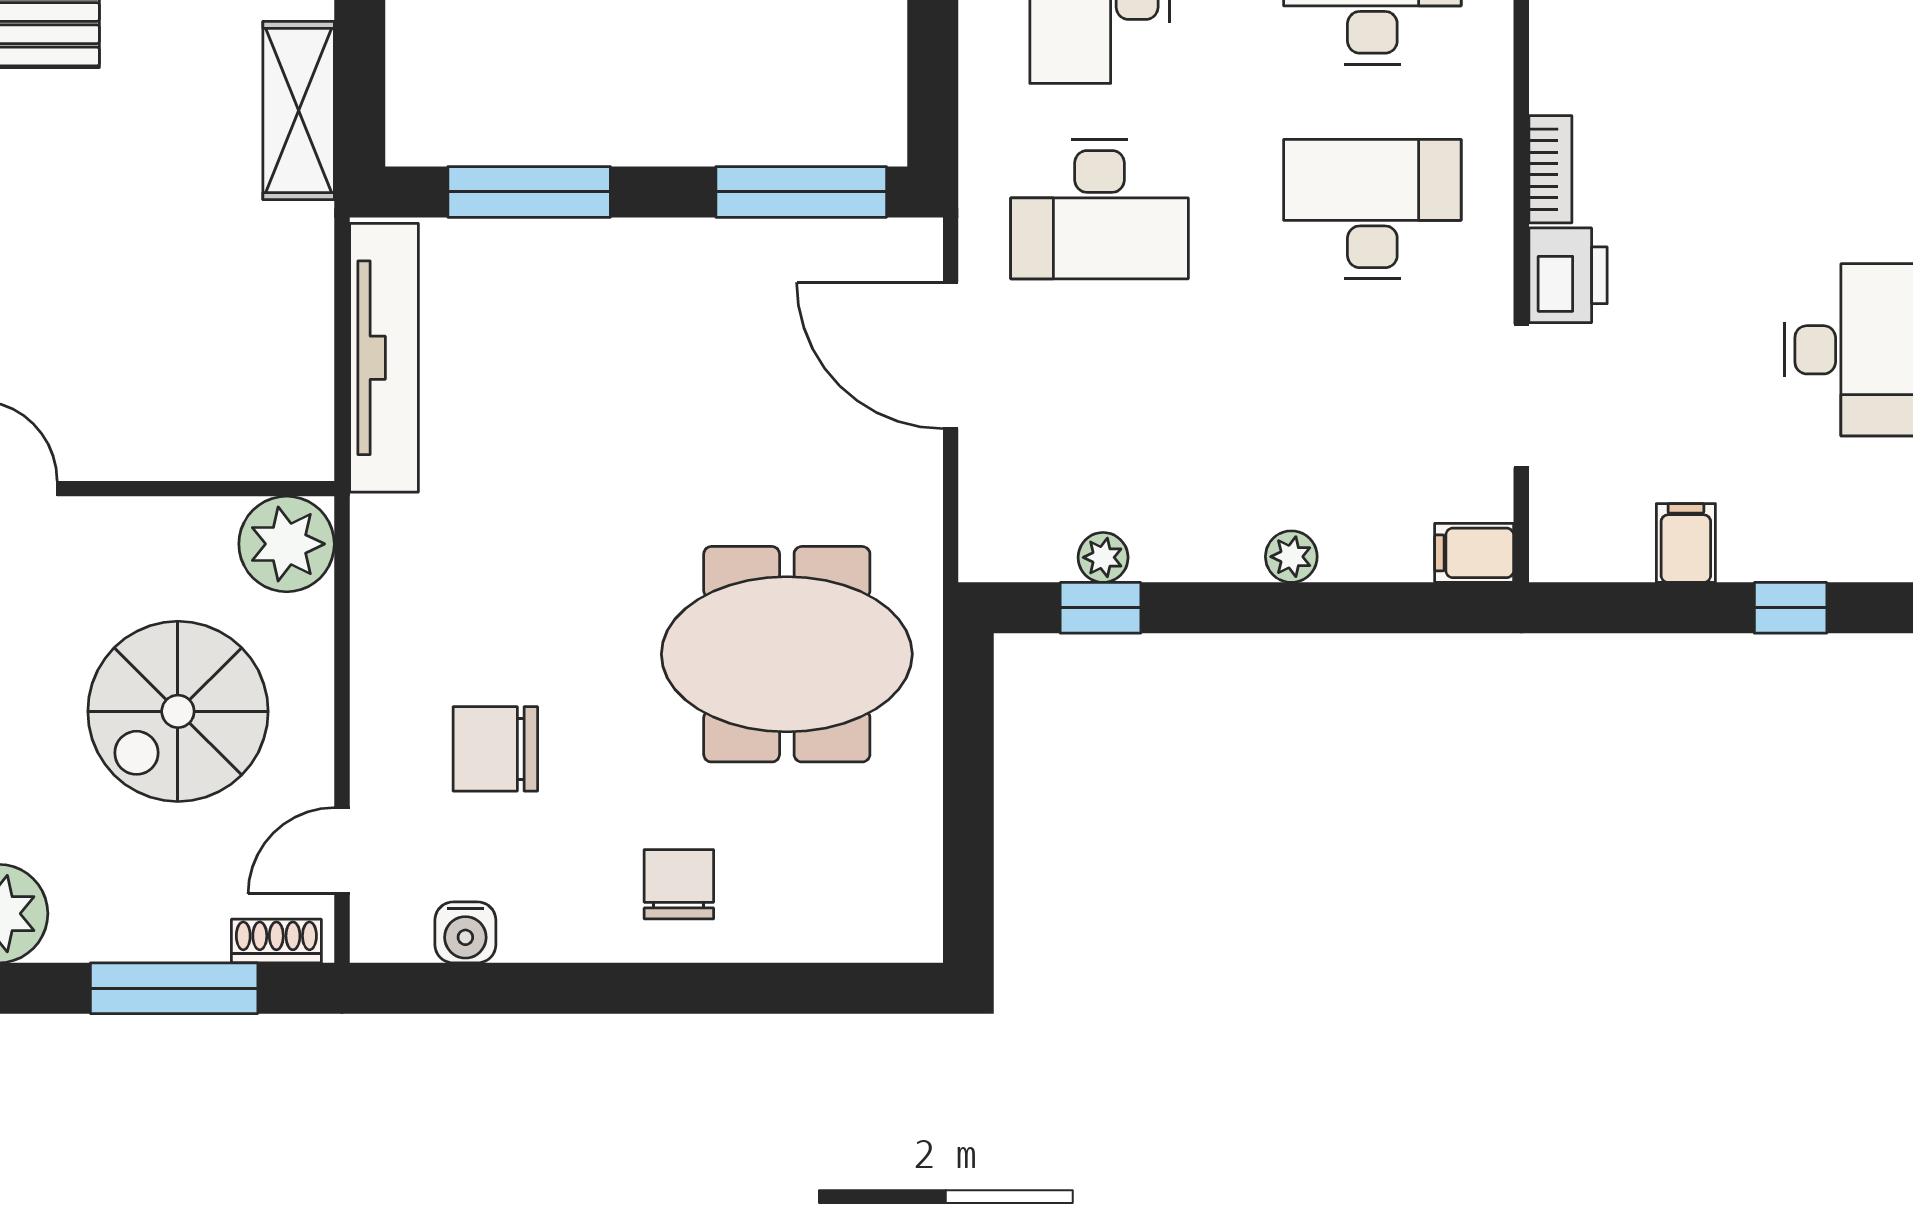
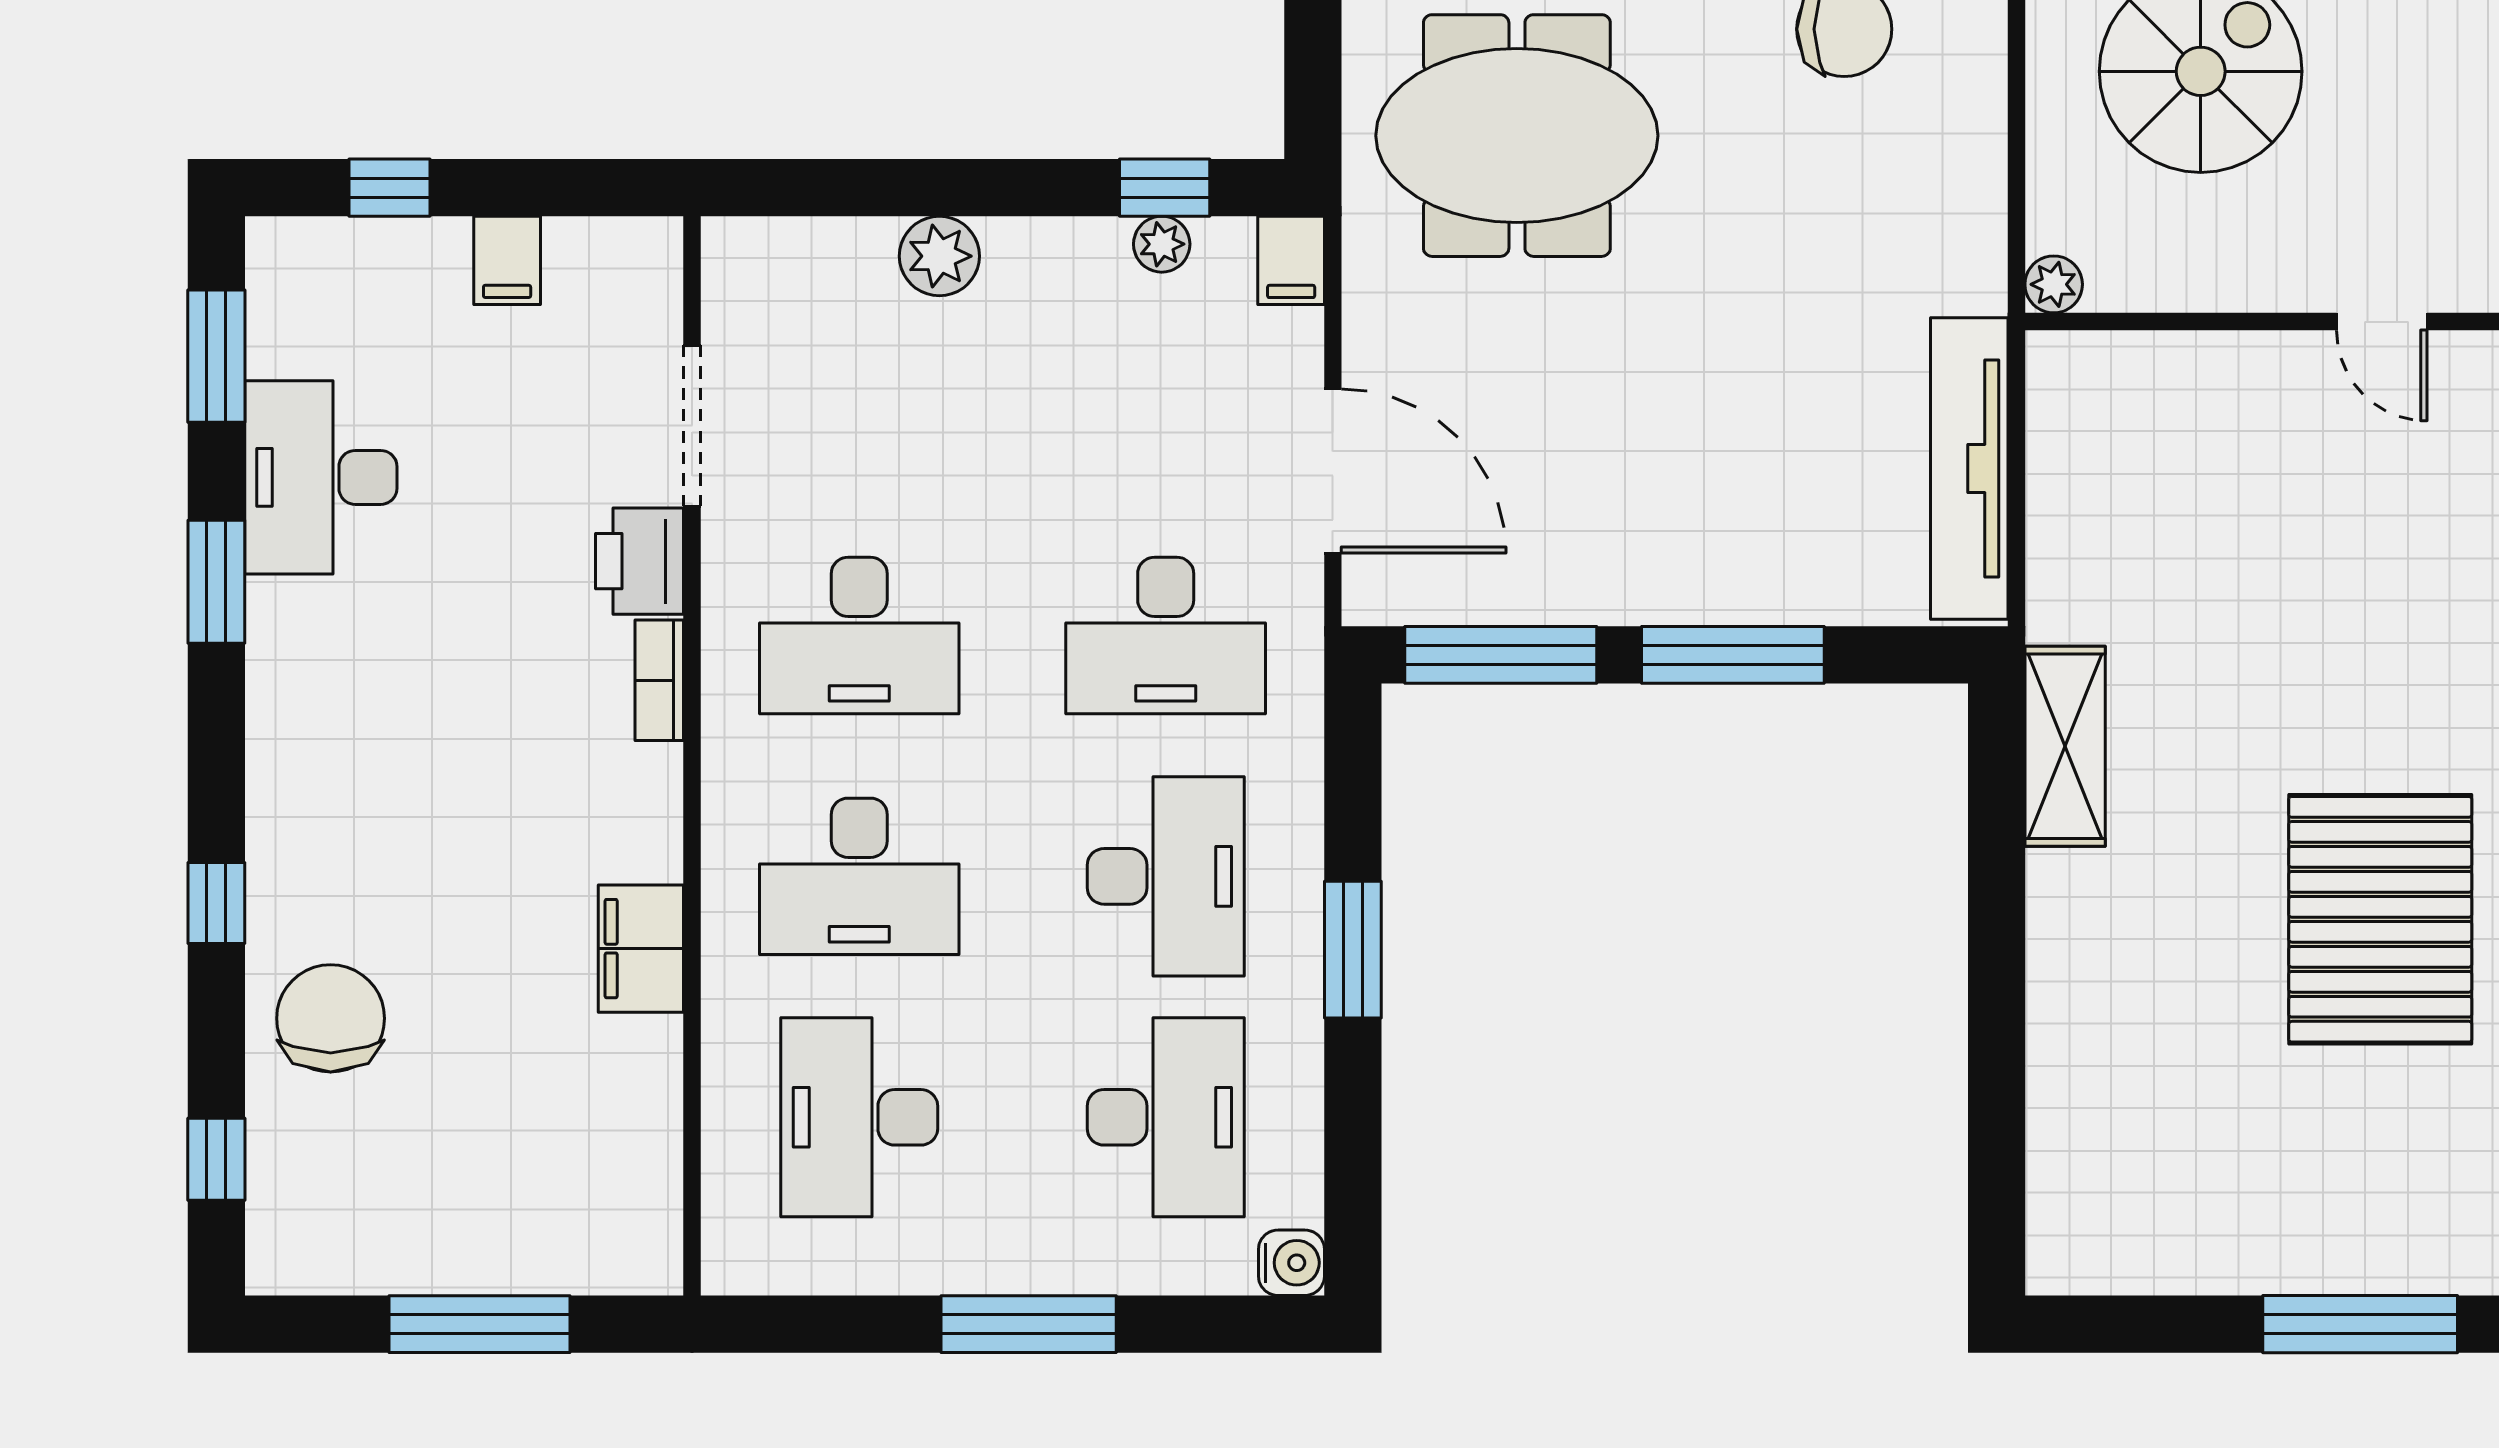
window: (529, 192) -> (1733, 655), moved
desk: (1100, 209) -> (1166, 635), turned 180
plant: (287, 544) -> (2054, 284), width x0.53, depth x0.53
filing cabinet: (1474, 553) -> (1291, 260), moved, turned 90
plant: (1291, 557) -> (939, 256), width x1.38, depth x1.38

